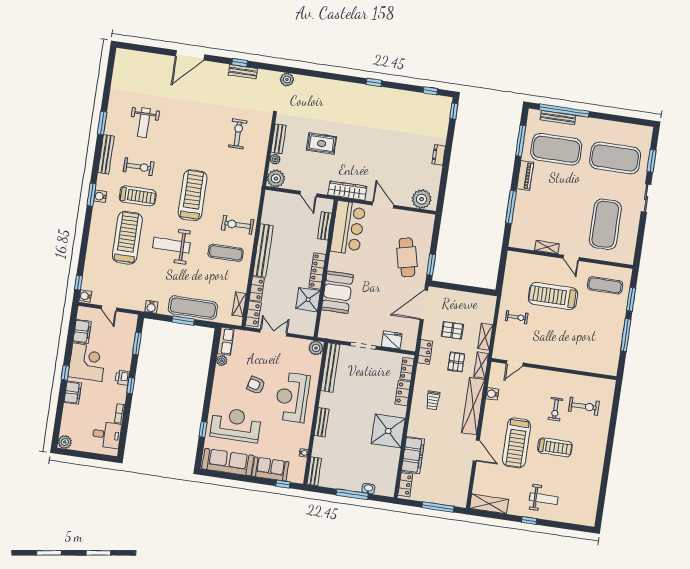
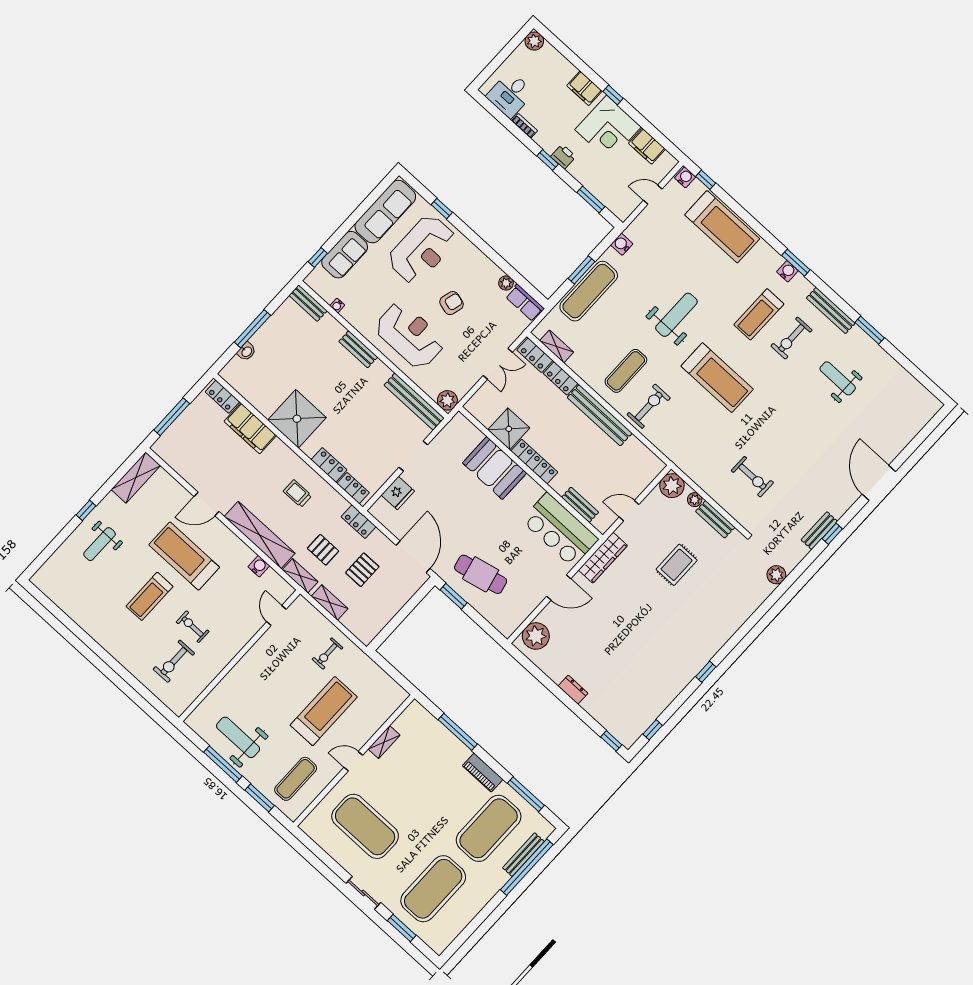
treadmill: (127, 238) -> (722, 227), moved
weight bench: (604, 337) -> (238, 737), added

